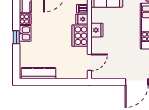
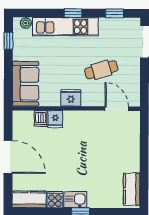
cooker: (80, 36) -> (79, 122), removed
cafe table: (117, 51) -> (101, 70), added
kitchen counter: (38, 73) -> (132, 189), width x0.67

